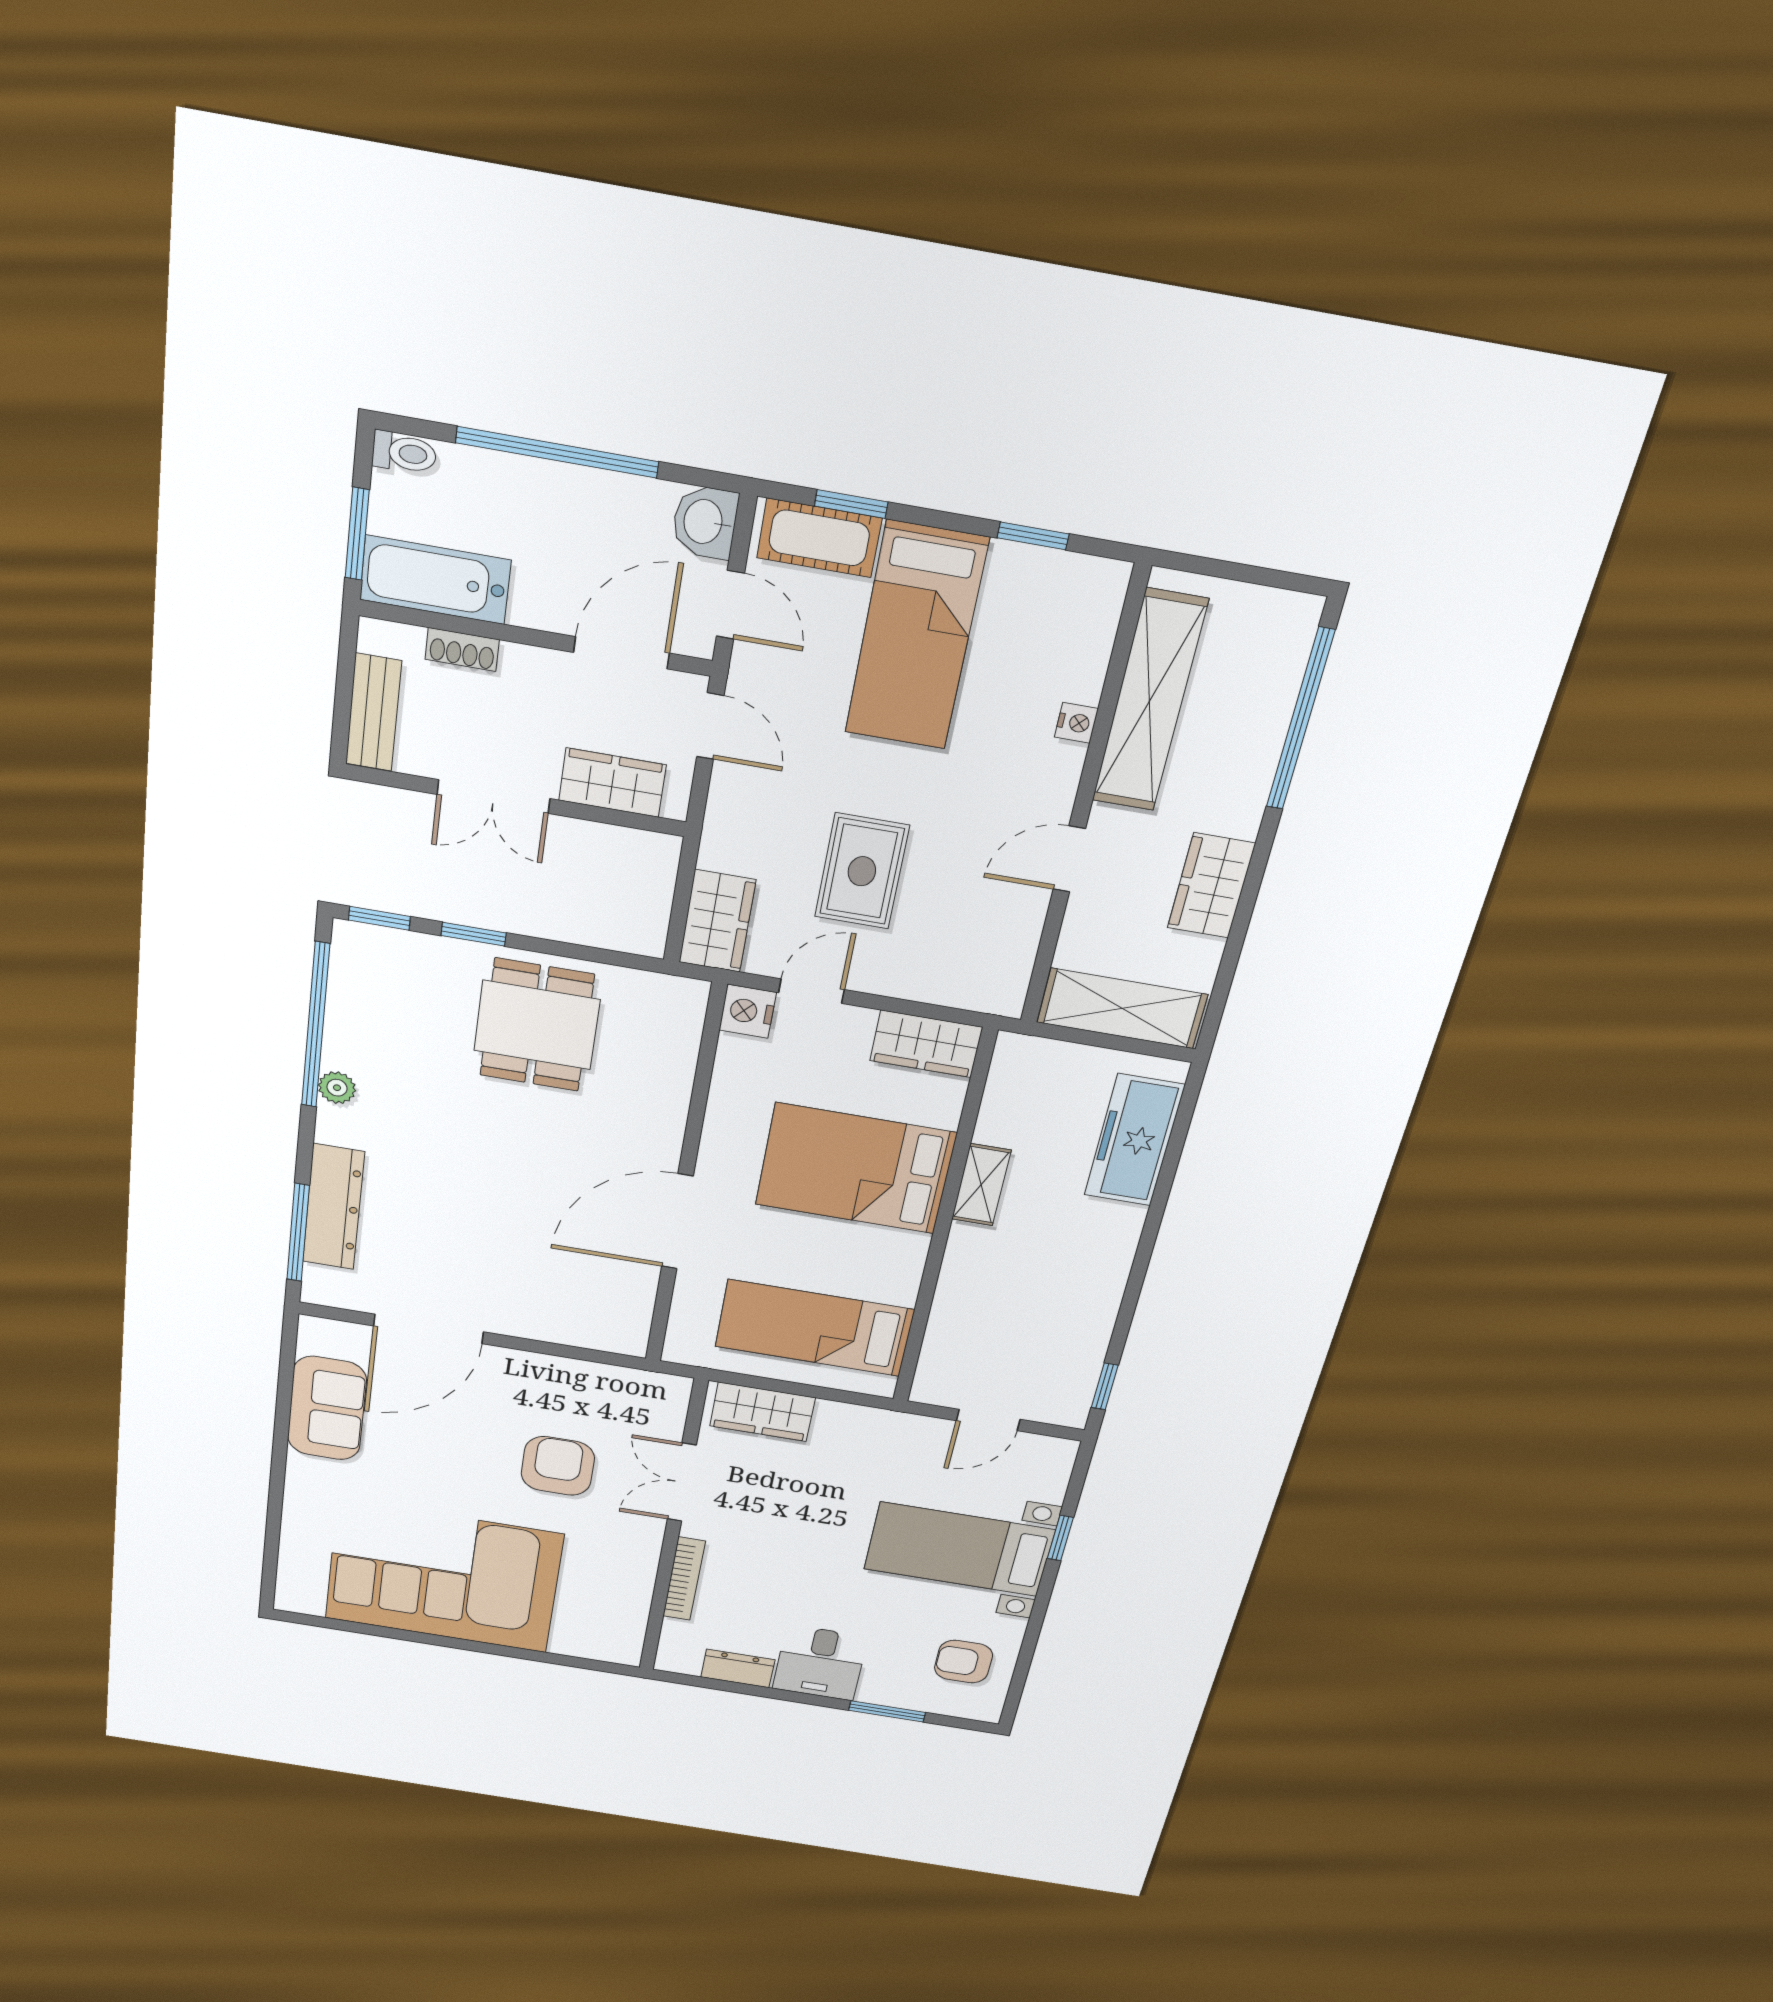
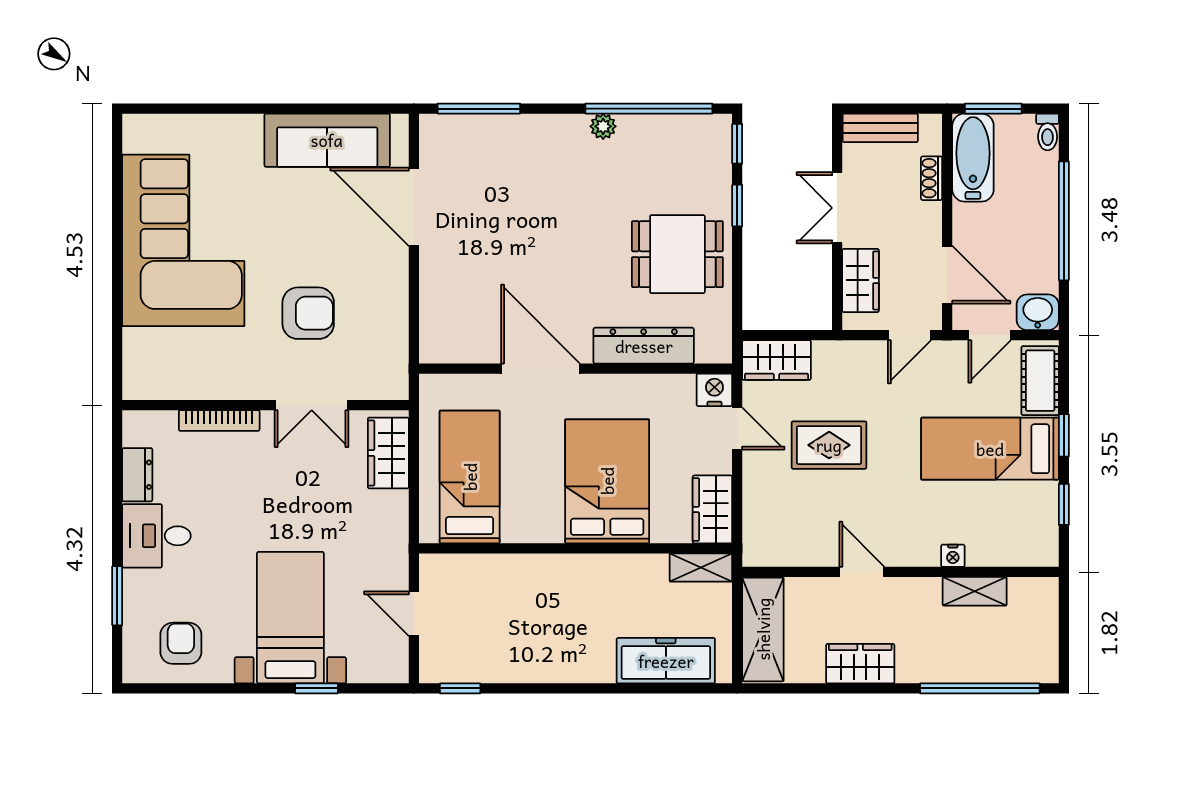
window: (851, 504) -> (1064, 435), moved
shelving: (1149, 701) -> (975, 591), width x0.45, depth x0.75
shelving: (981, 1185) -> (701, 568), moved
dresser: (333, 1207) -> (644, 346), moved, turned 180
sofa: (327, 1408) -> (327, 140), width x1.36
double door: (682, 1482) -> (312, 405), swing flipped

